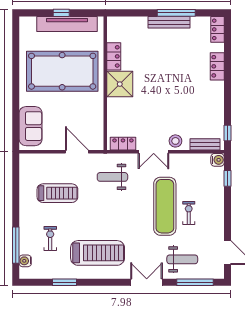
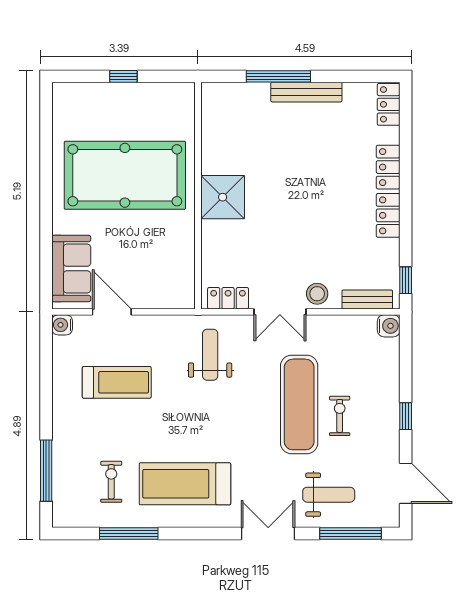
window: (176, 13) -> (278, 76), moved
tv unit: (67, 24) -> (133, 95), removed
locker: (114, 56) -> (388, 215), moved, turned 180
door: (77, 152) -> (112, 312), moved
weight bench: (112, 177) -> (210, 355), turned 90
window: (228, 178) -> (406, 416), moved
exercise bike: (50, 239) -> (111, 482), moved
treadmill: (98, 253) -> (185, 484), turned 180
water cooler: (25, 261) -> (62, 325), moved
window: (64, 282) -> (129, 533), width x1.44

